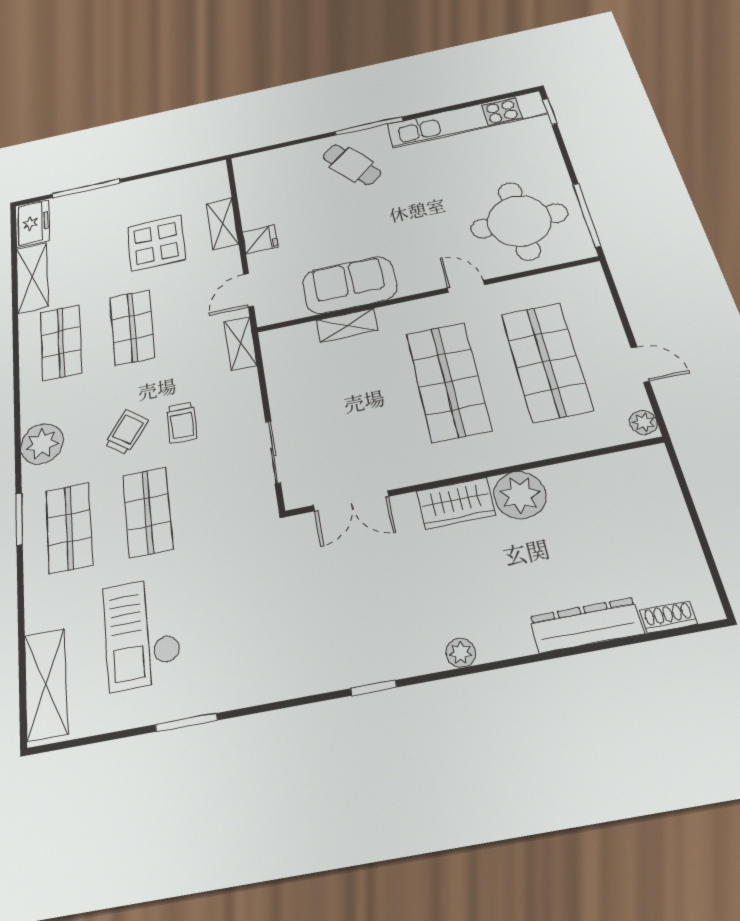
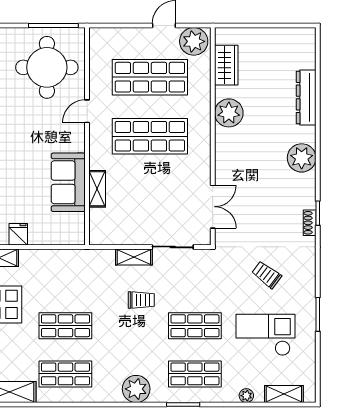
door: (249, 290) -> (56, 247), removed
shelving: (241, 343) -> (134, 257), moved
plant: (643, 422) -> (194, 41), width x1.87, depth x1.87
trolley: (126, 432) -> (267, 275), moved
wardrobe: (456, 503) -> (226, 65), moved
shoe rack: (669, 617) -> (310, 223), moved
plant: (36, 619) -> (246, 396), added
checkout: (142, 633) -> (265, 335), turned 180
plant: (461, 653) -> (302, 158), width x1.88, depth x1.88
shelving: (46, 684) -> (284, 394), width x0.67, depth x0.75

